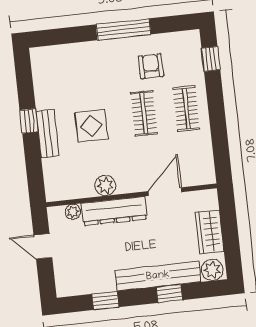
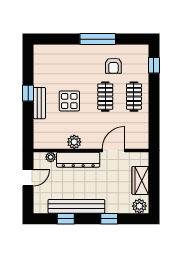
armchair: (151, 66) -> (113, 66), turned 180
door: (43, 246) -> (28, 178), swing flipped
bench: (158, 276) -> (76, 206), moved

